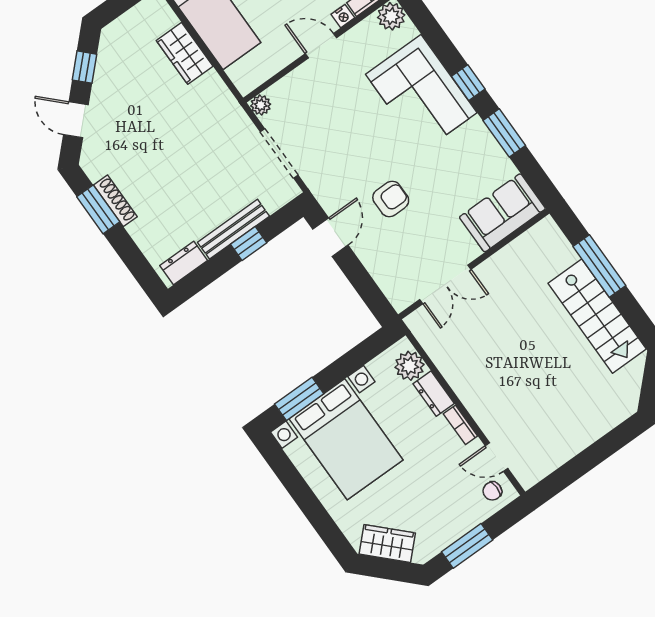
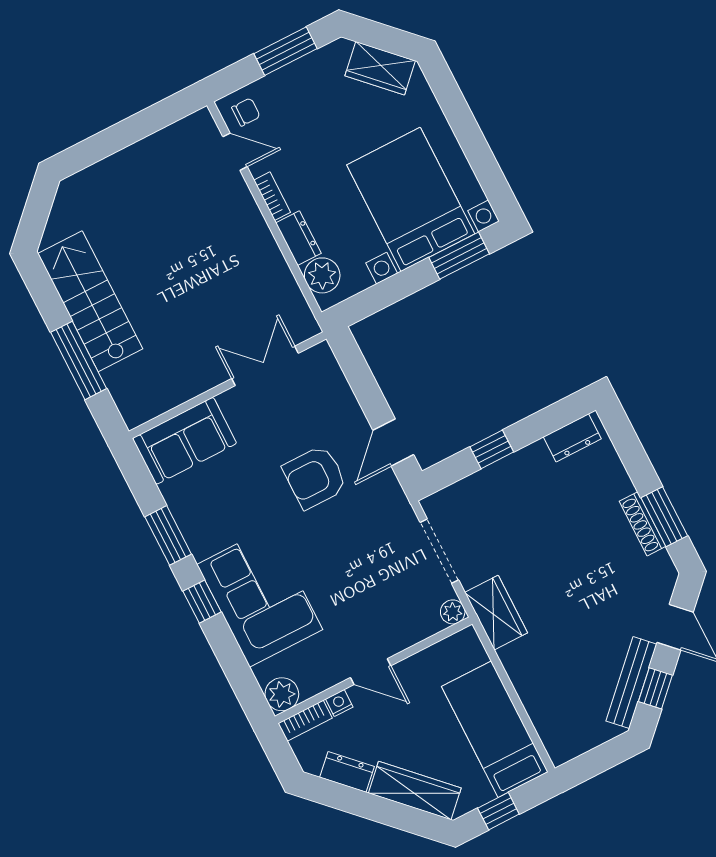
wardrobe: (185, 53) -> (496, 613), moved
armchair: (391, 199) -> (315, 477), width x1.38, depth x1.38
bench: (233, 229) -> (631, 683), moved, turned -45

